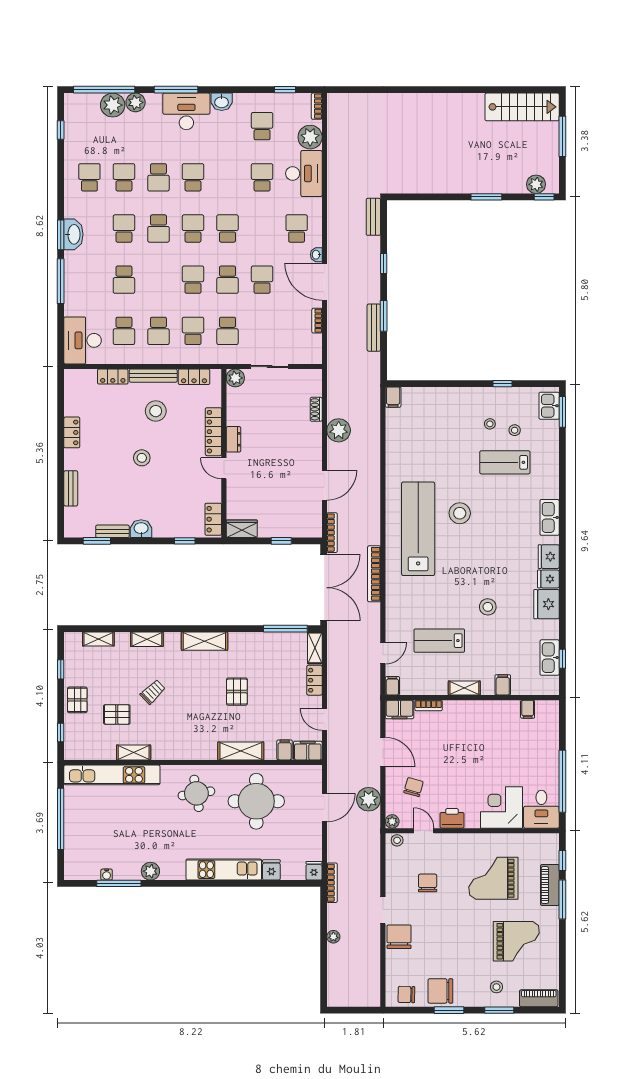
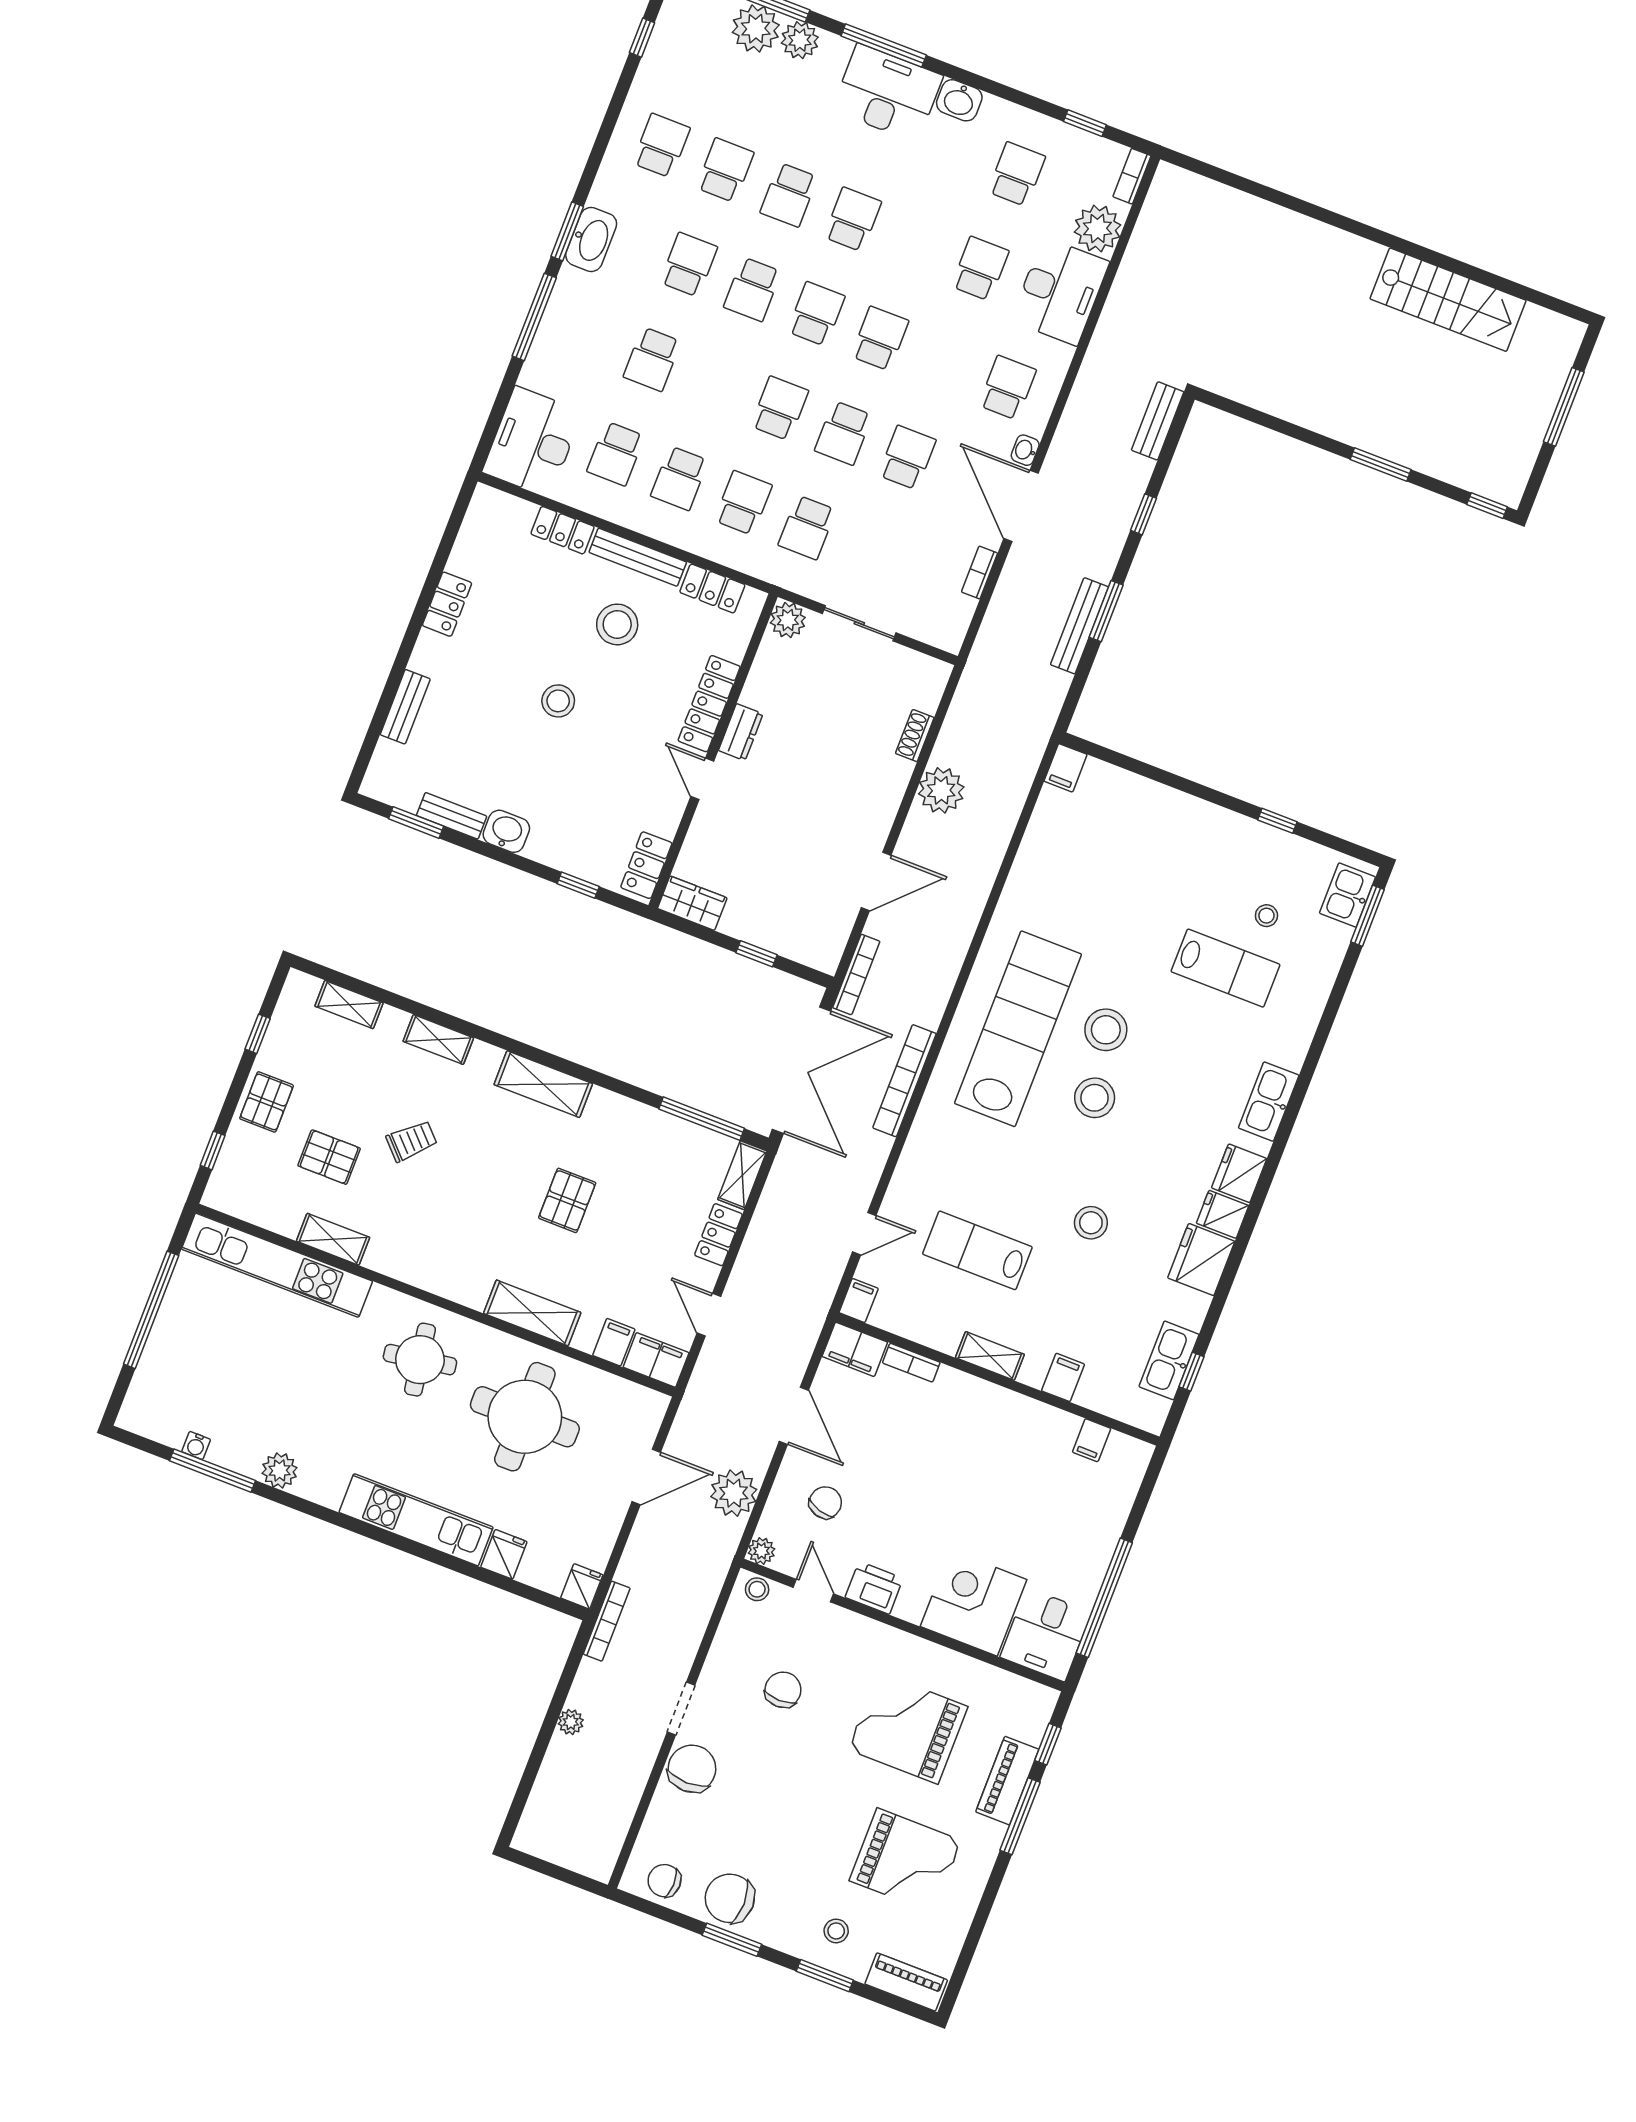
stairs: (522, 107) -> (1448, 300), moved
plant: (536, 184) -> (1481, 477), removed
stool: (490, 424) -> (1095, 1098), moved, width x1.89, depth x1.89
lab bench: (505, 462) -> (1226, 968), turned 180

